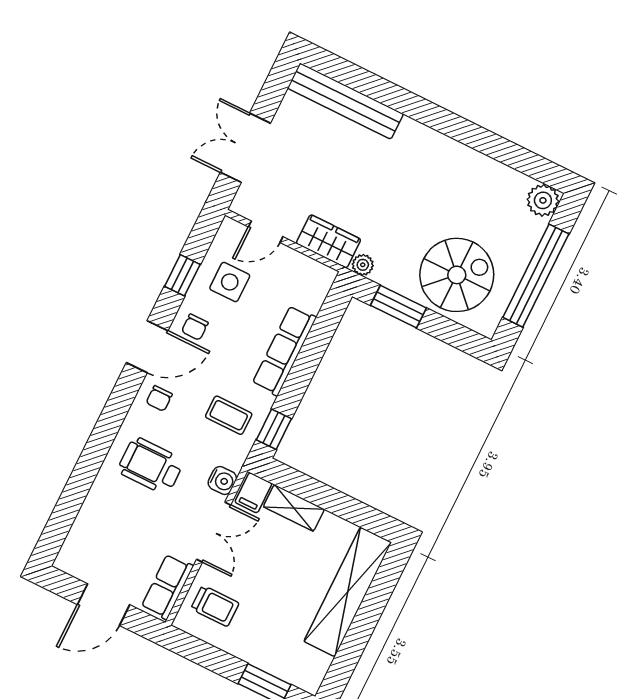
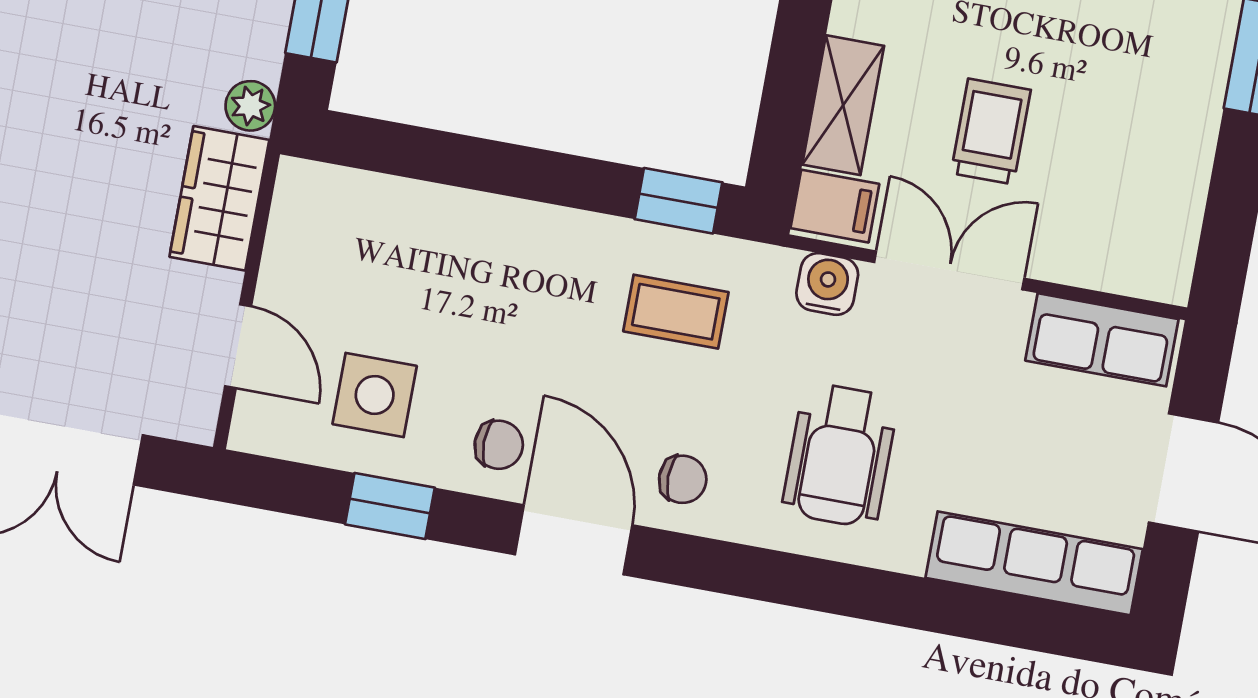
row of seats: (284, 351) -> (1034, 563), moved, turned 180
coffee table: (229, 415) -> (676, 312), turned 90
trolley: (215, 606) -> (991, 131), moved

